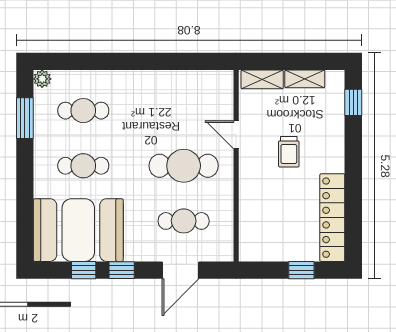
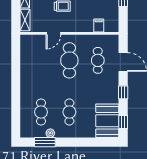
plant: (42, 79) -> (50, 133), moved
filing cabinet: (251, 223) -> (99, 25), added
booth: (78, 230) -> (107, 121), width x0.73, depth x0.70
window: (84, 270) -> (123, 122), moved

